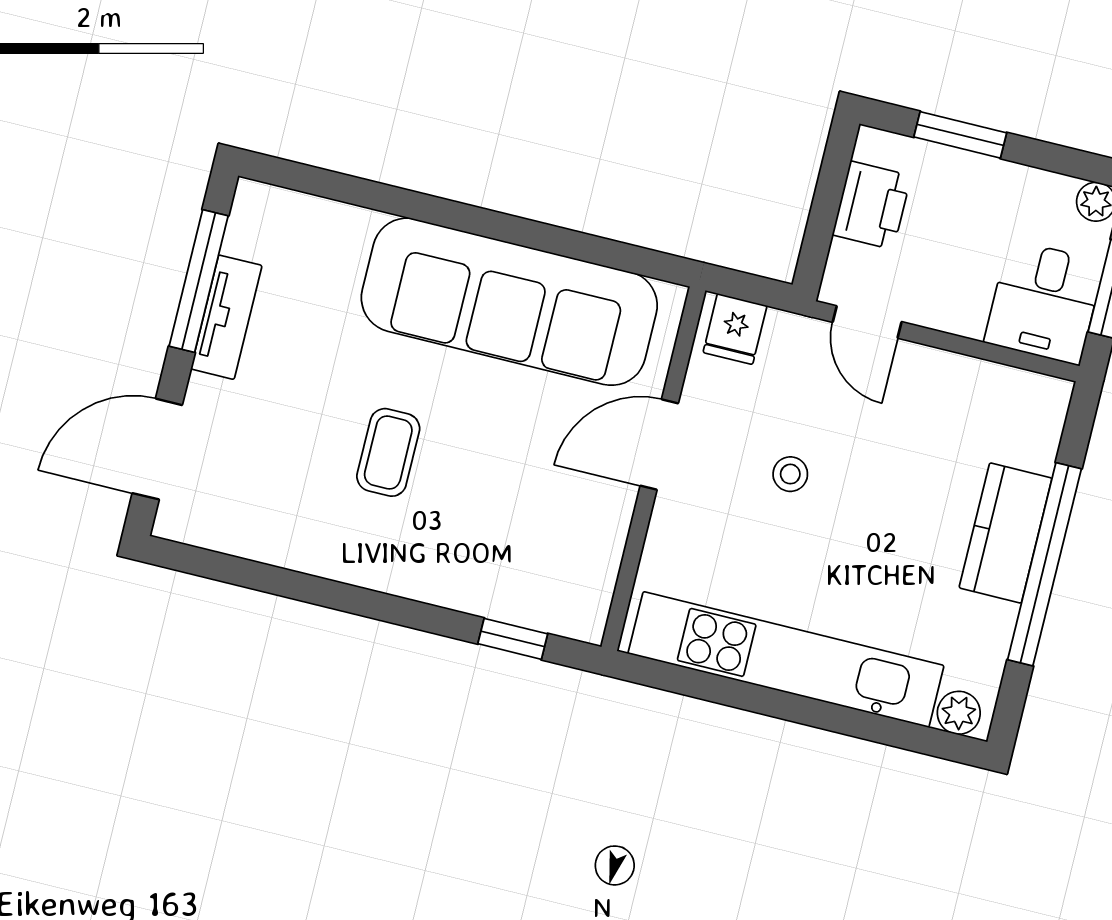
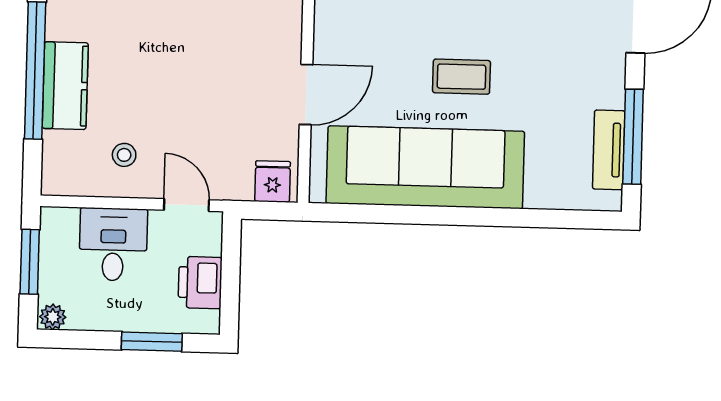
desk: (1044, 302) -> (113, 244), moved
tv unit: (226, 317) -> (609, 150), moved
coffee table: (388, 452) -> (461, 77), moved, turned 90
stool: (790, 474) -> (124, 155), moved

